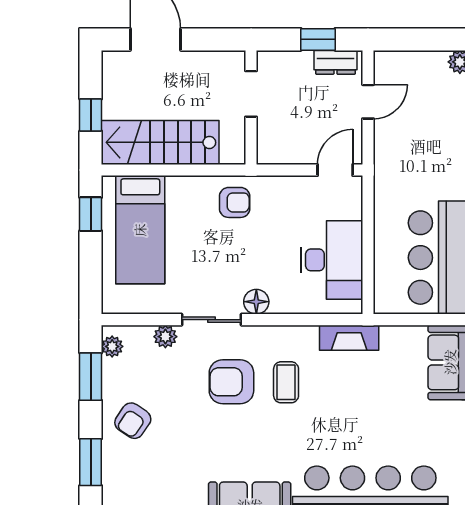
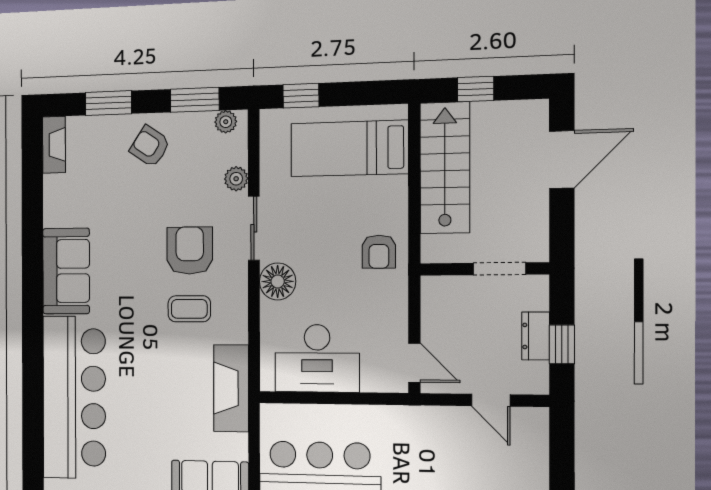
dresser: (335, 62) -> (536, 336), moved
window: (91, 214) -> (301, 96), moved
floor lamp: (256, 302) -> (278, 281), width x1.38, depth x1.38
fireplace: (349, 338) -> (231, 388), width x1.37, depth x1.32

